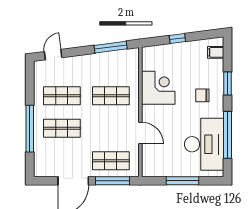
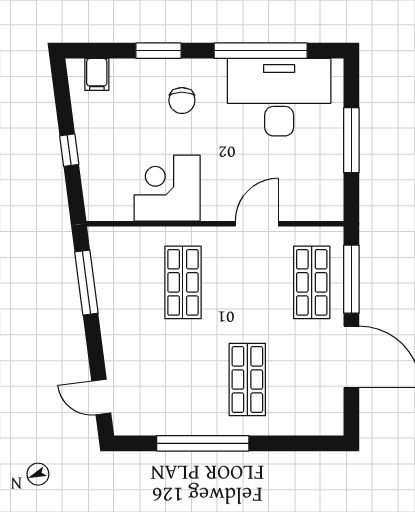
shop shelf: (62, 96) -> (183, 380), removed
window: (30, 129) -> (203, 443), moved

